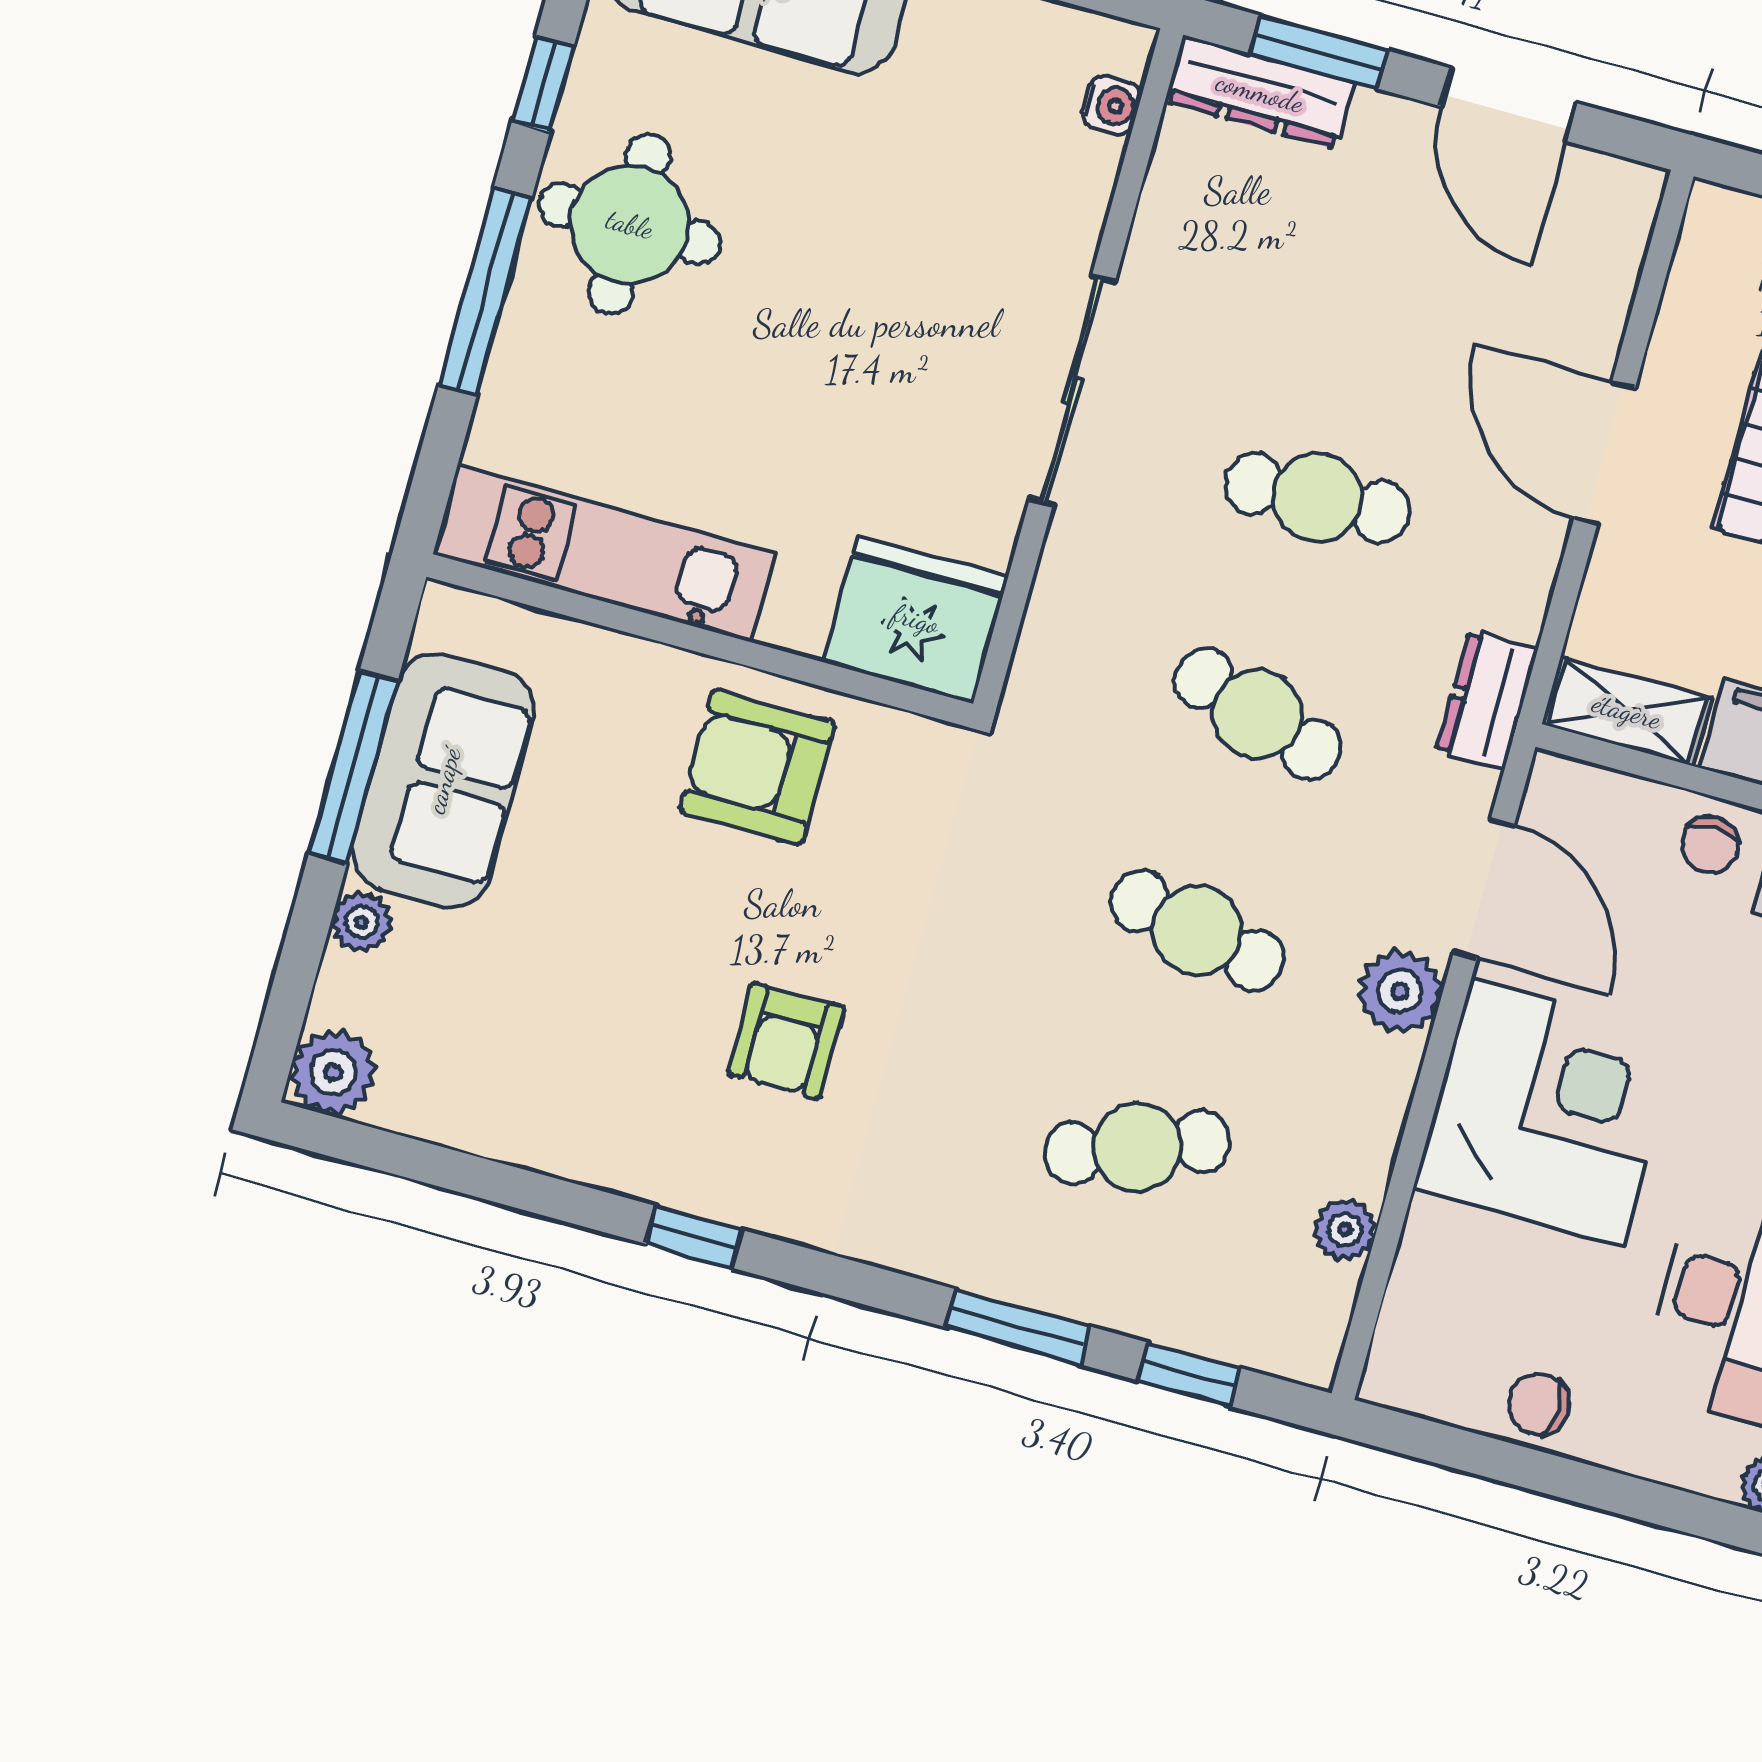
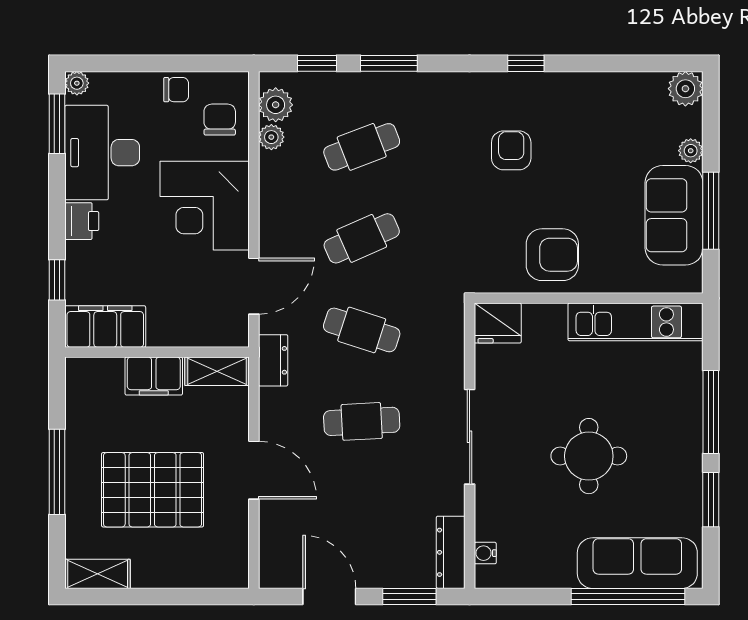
window: (543, 84) -> (711, 500), width x1.50
dresser: (1260, 92) -> (451, 552), moved, turned -90
round table: (630, 224) -> (589, 456), moved
fridge: (916, 619) -> (498, 323), width x0.73, depth x0.75
chair: (1710, 845) -> (220, 120), moved, width x1.37, depth x1.37
door: (1484, 889) -> (254, 286), swing flipped
cafe table: (1197, 931) -> (362, 238), turned -36
plant: (1400, 991) -> (276, 105), moved

